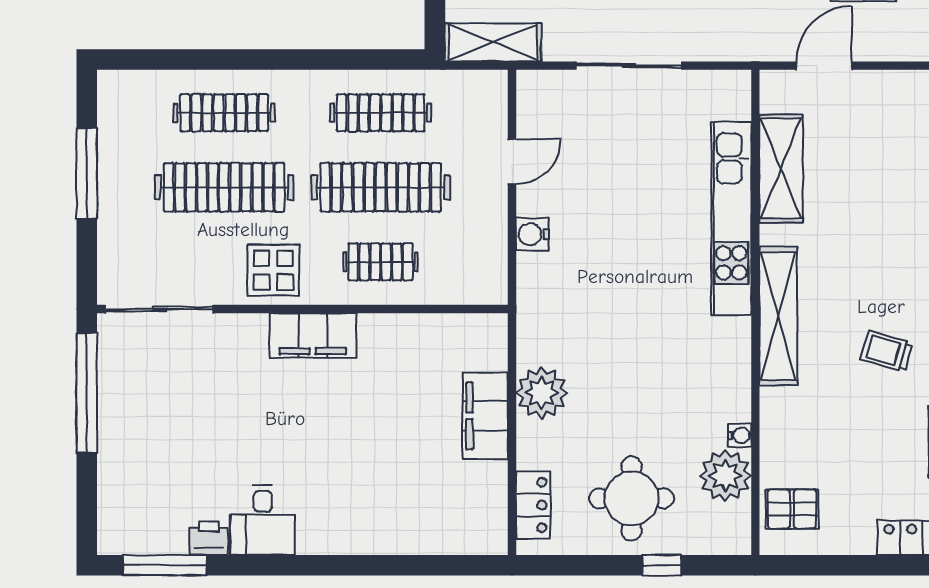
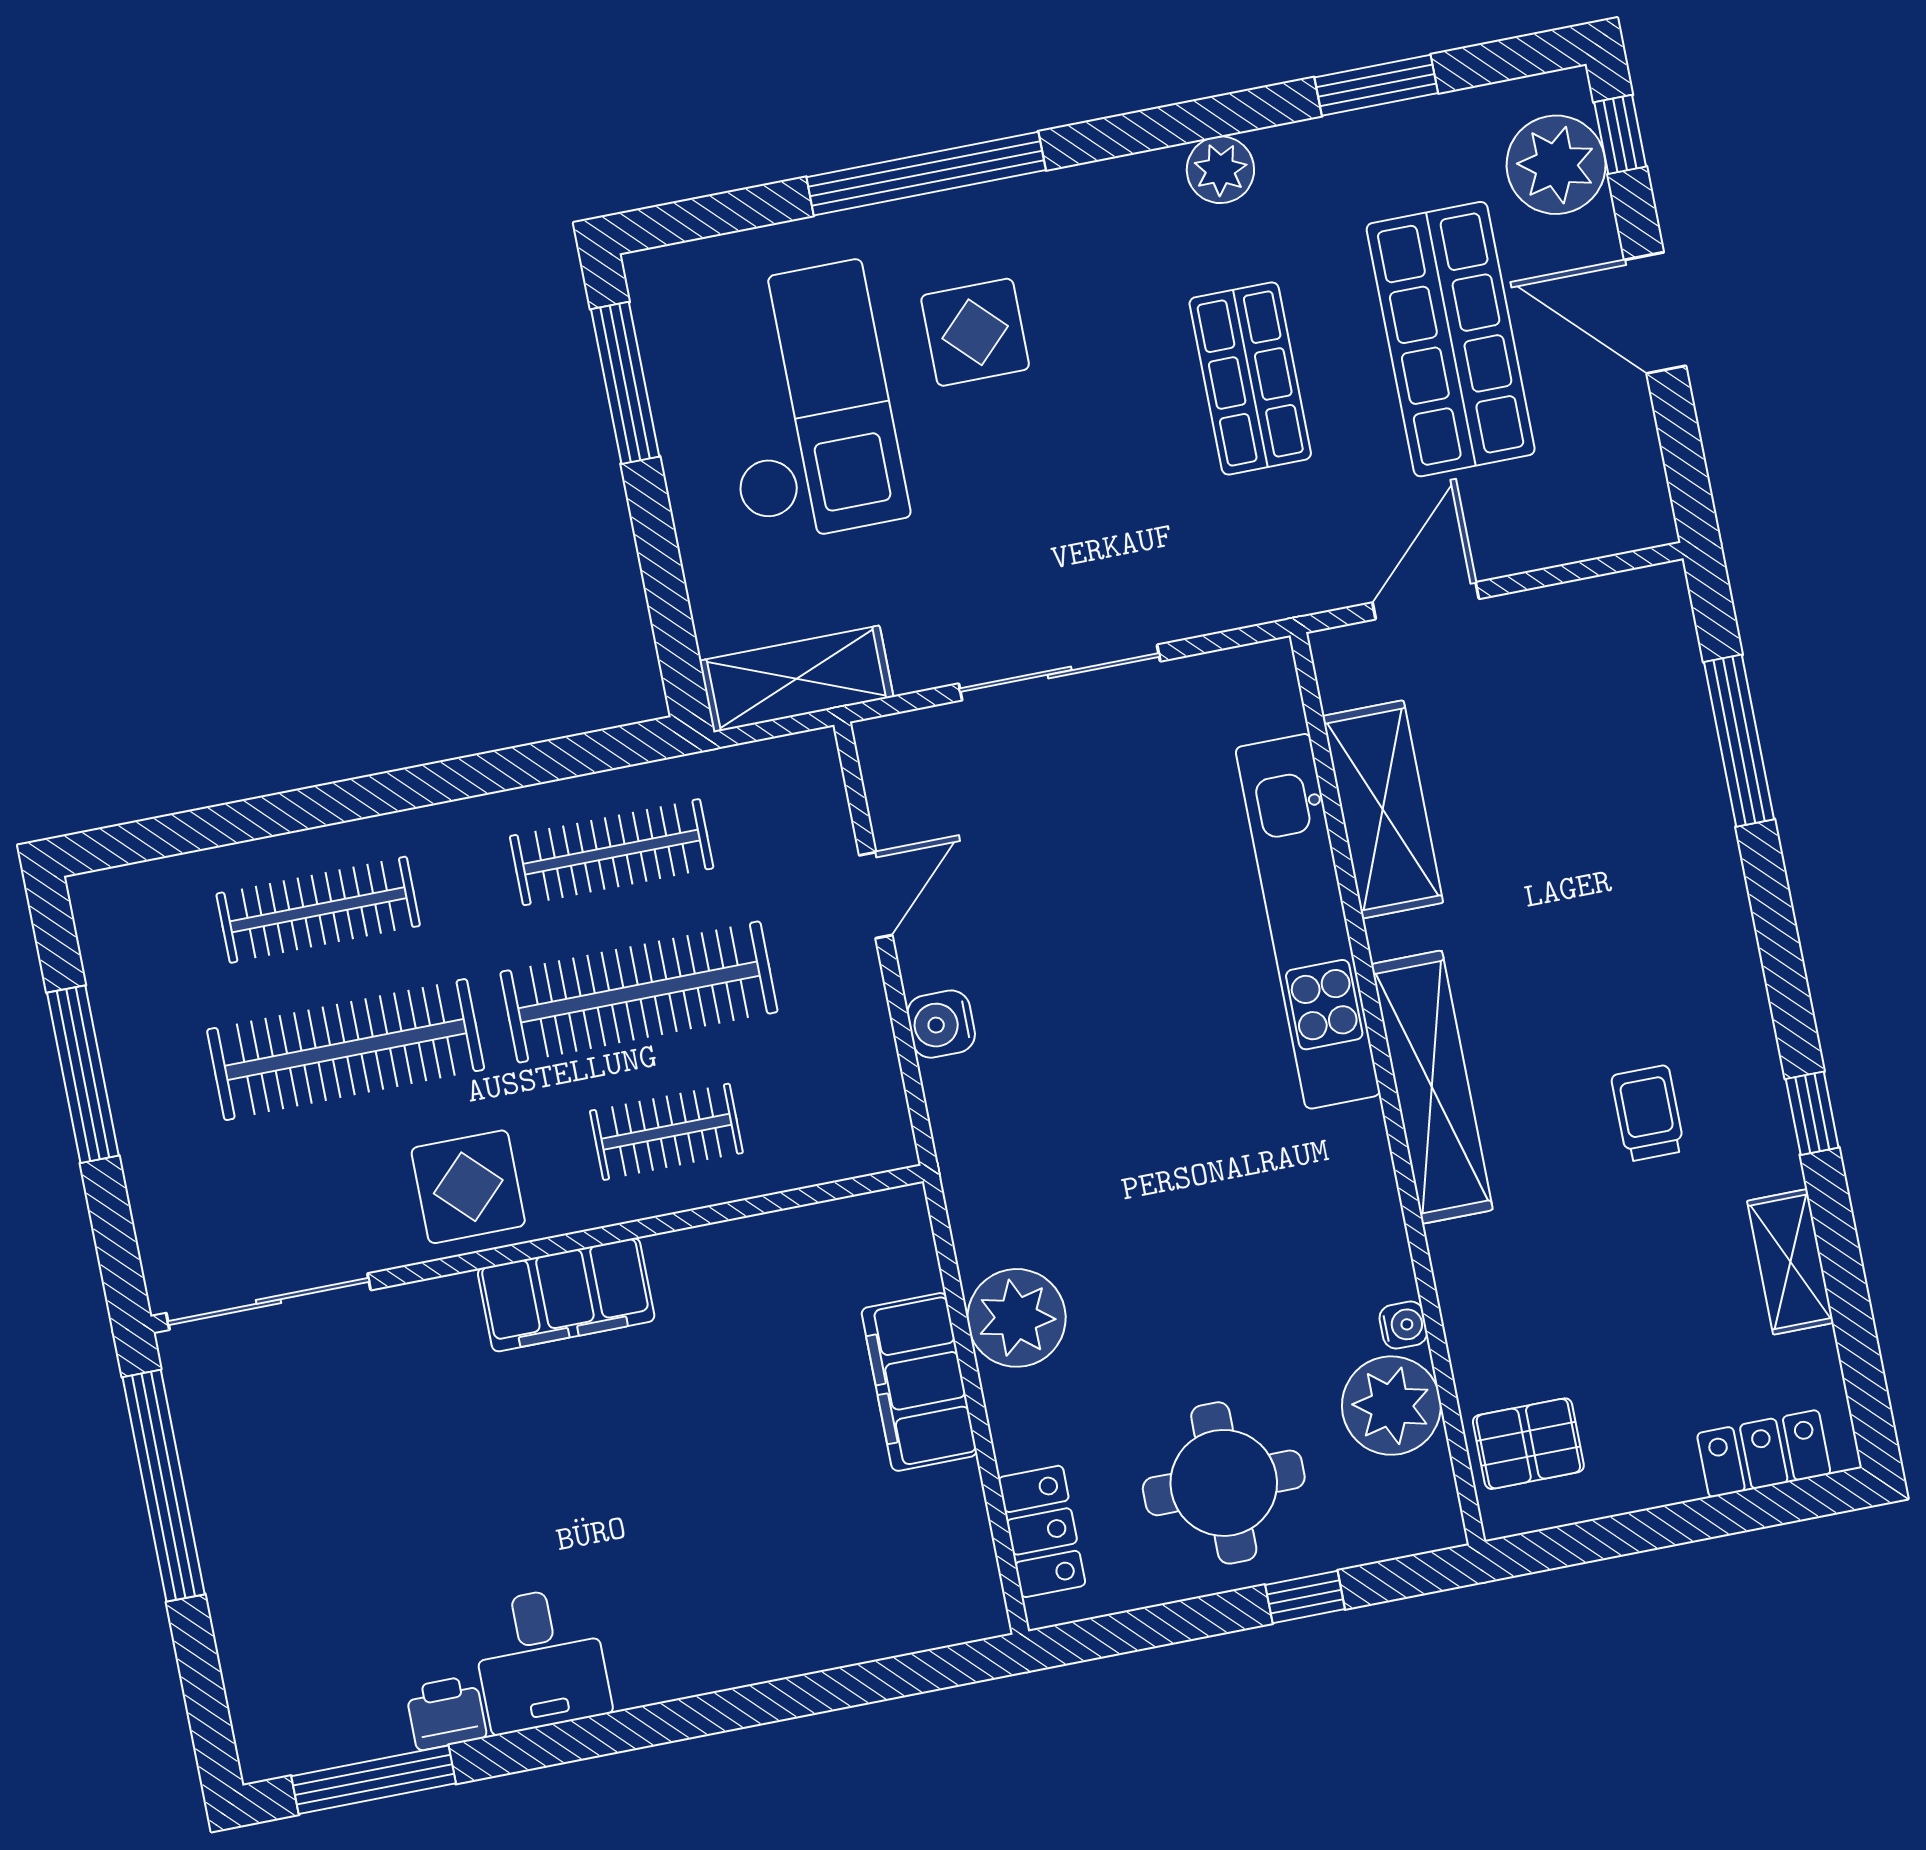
trolley: (887, 351) -> (1648, 1113), turned 74

